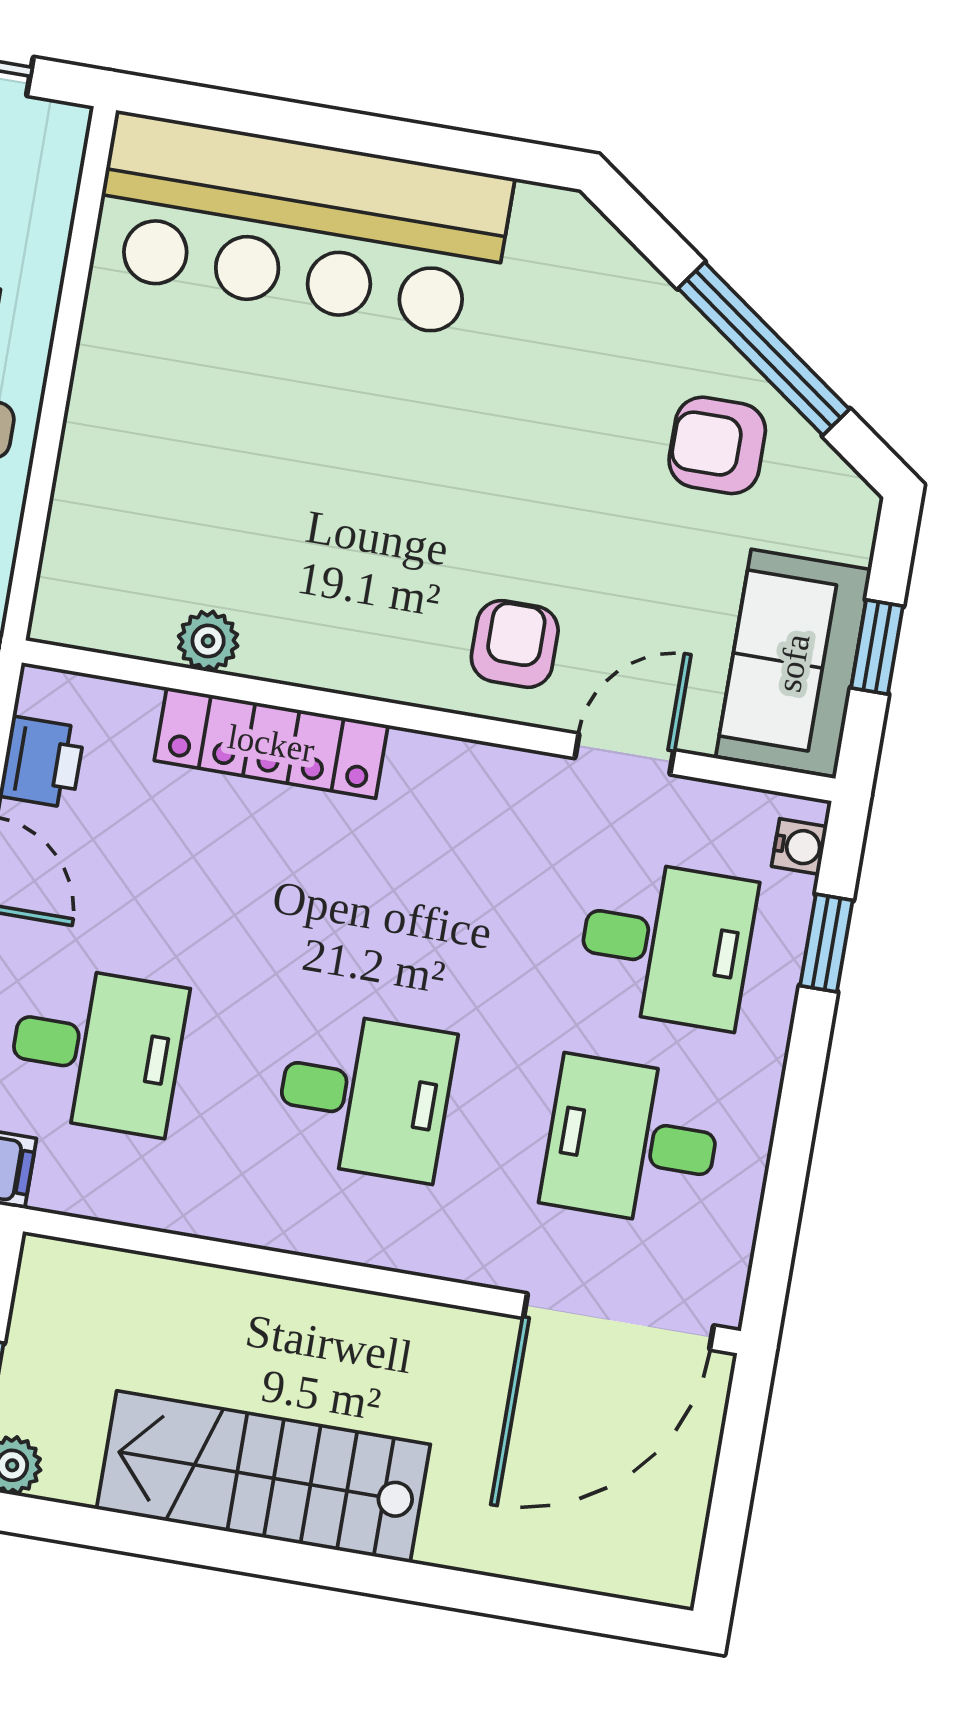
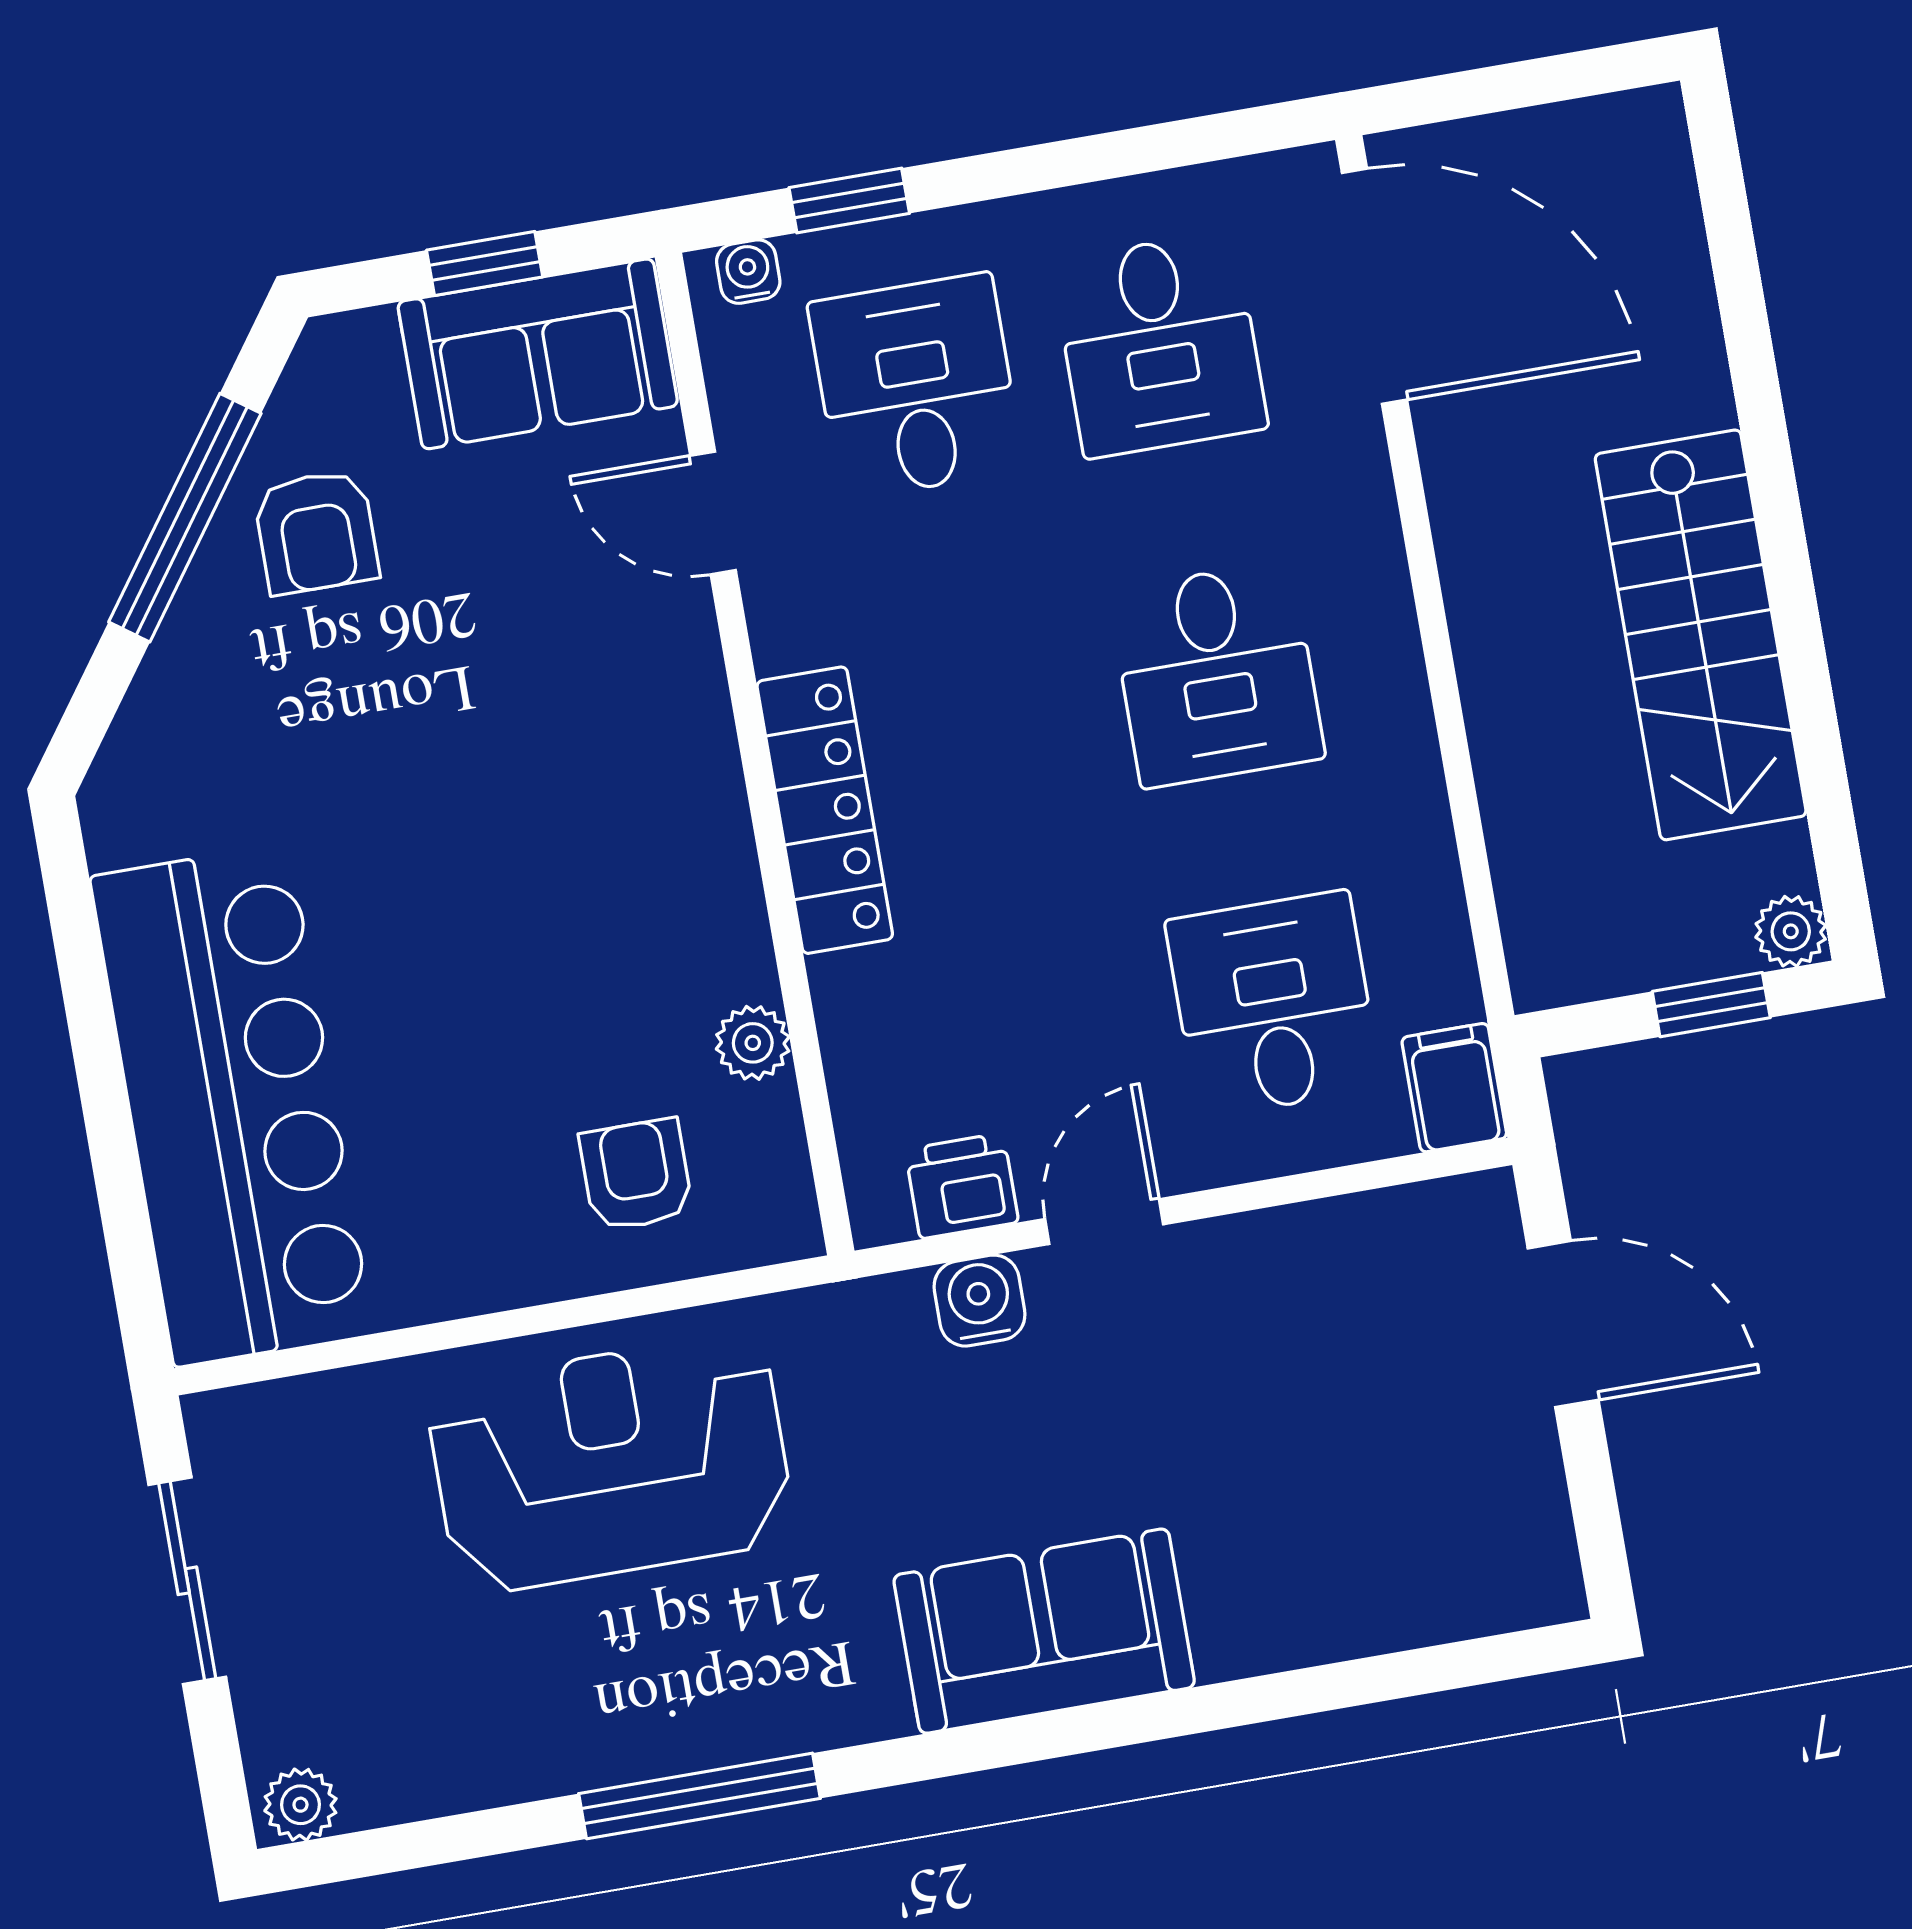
armchair: (515, 644) -> (636, 1175), moved, turned 90
locker: (271, 743) -> (825, 810), moved
desk: (364, 1096) -> (1217, 674), turned 180

